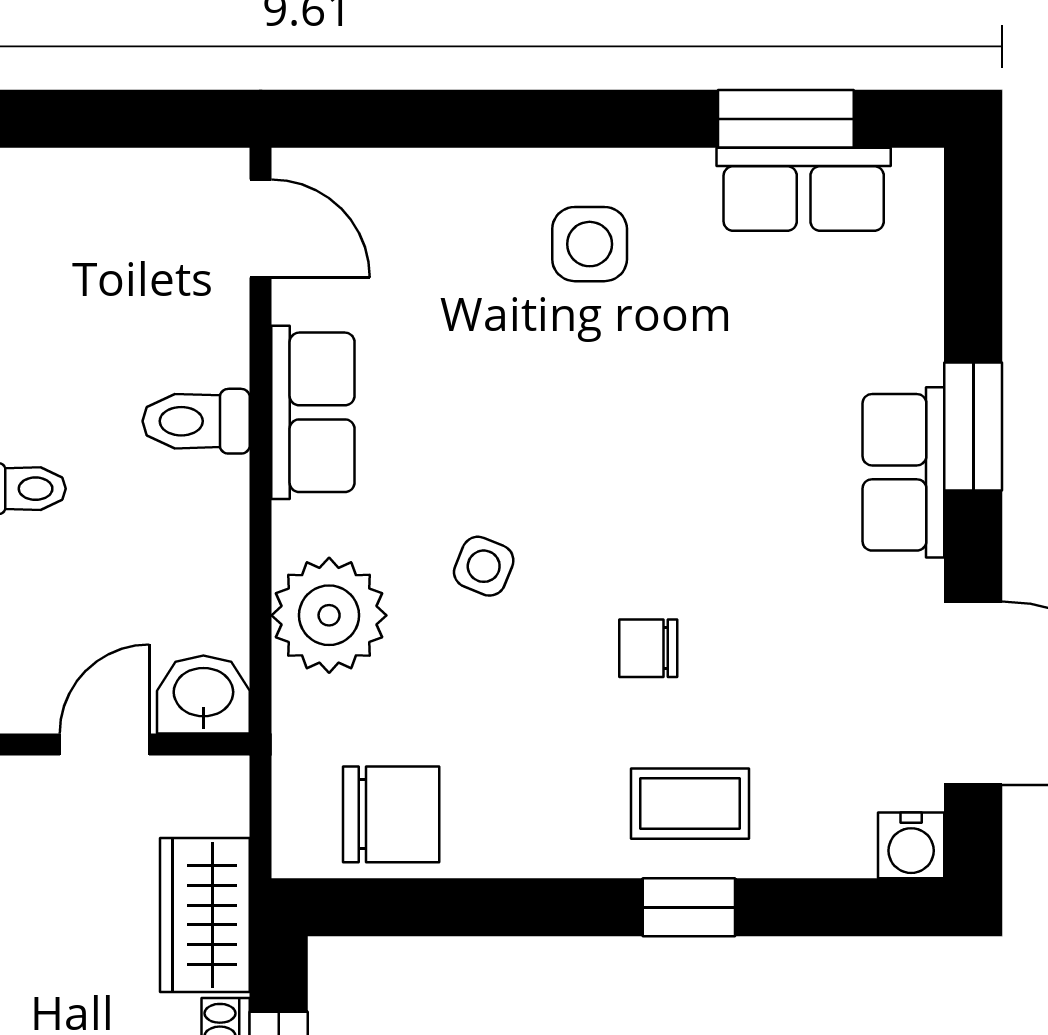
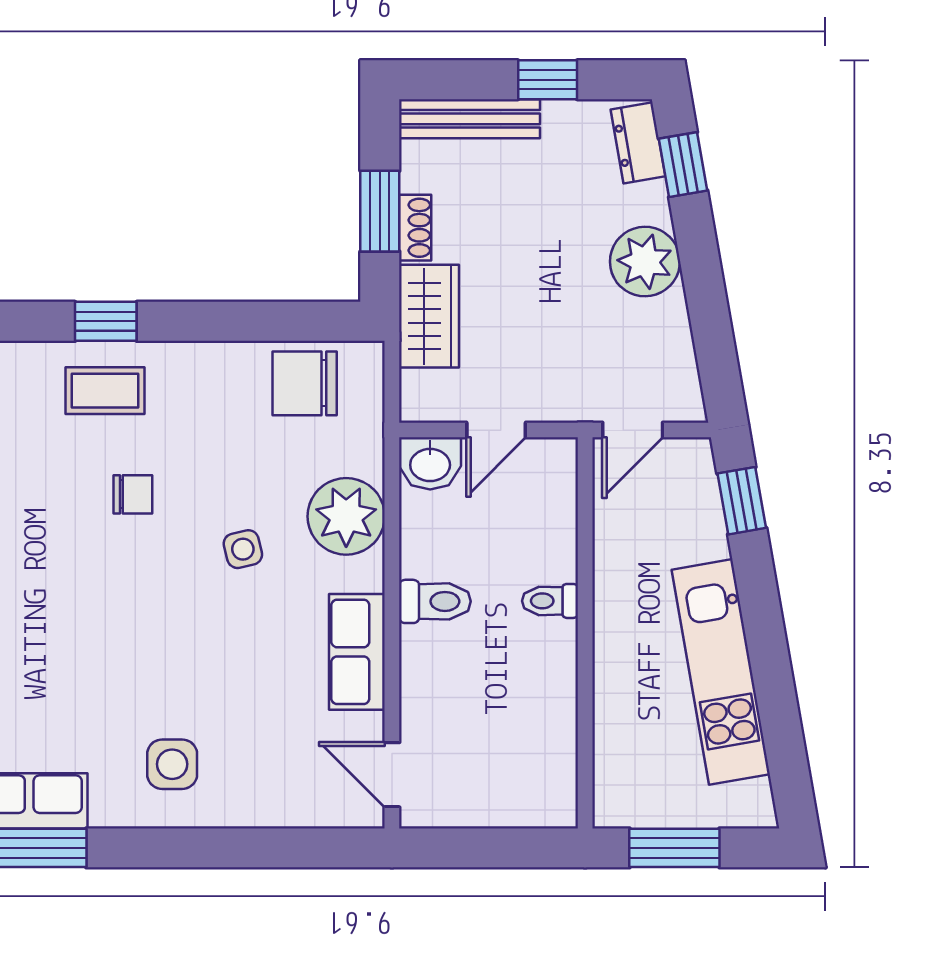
toilet: (196, 421) -> (435, 601), moved
side table: (484, 566) -> (243, 549), turned -35

